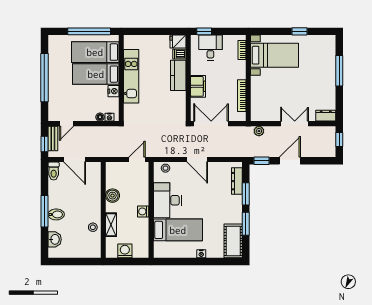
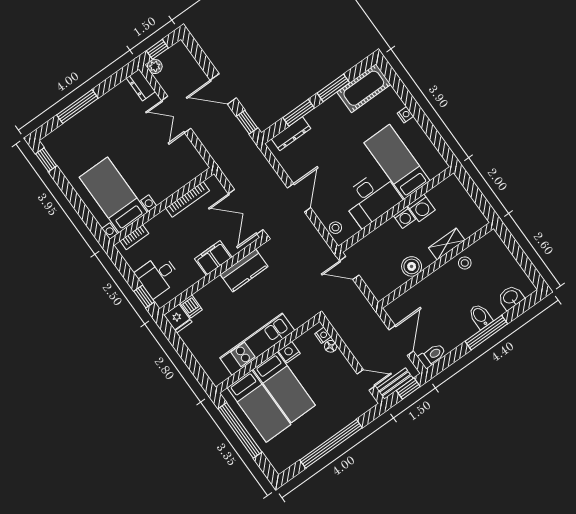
window: (299, 31) -> (46, 160), moved
kitchen counter: (178, 75) -> (244, 271), moved
plant: (259, 131) -> (155, 66), moved
washing machine: (125, 251) -> (421, 208), moved, turned -90

